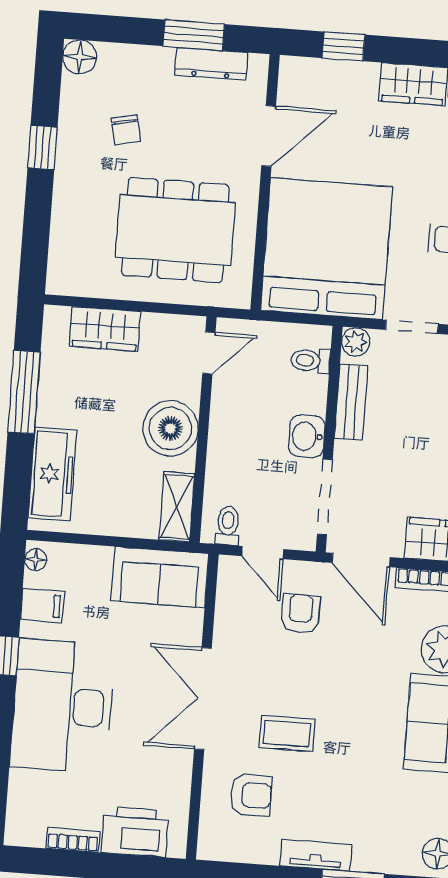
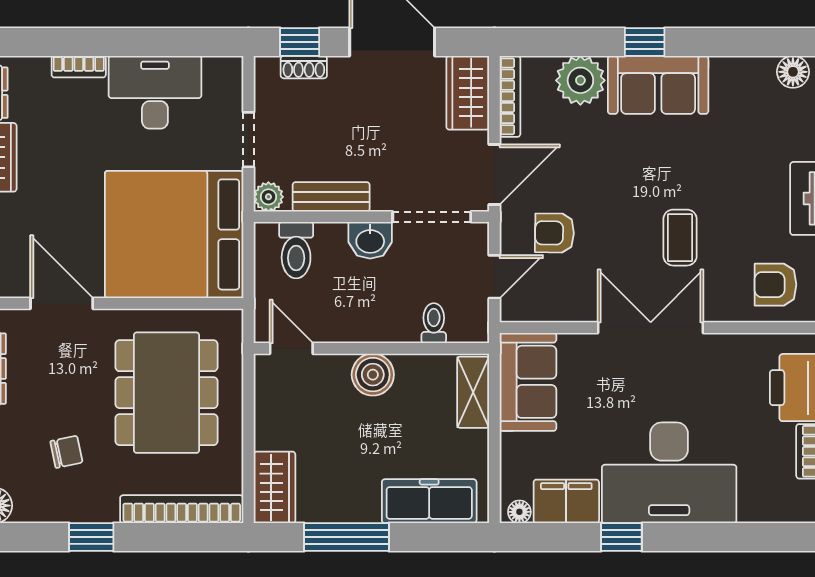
bookcase: (63, 236) -> (182, 509), added
wardrobe: (105, 329) -> (275, 487), moved
toilet: (311, 361) -> (296, 250), width x1.37, depth x1.39
boiler: (170, 428) -> (373, 375), width x0.73, depth x0.73
shelving: (177, 507) -> (473, 392), moved, turned 90
toilet: (228, 526) -> (434, 323), moved, turned 90
filing cabinet: (42, 605) -> (566, 501), width x2.00
double door: (203, 699) -> (651, 328), swing flipped
armchair: (251, 795) -> (775, 285), moved, turned -90

